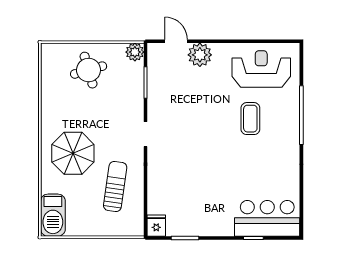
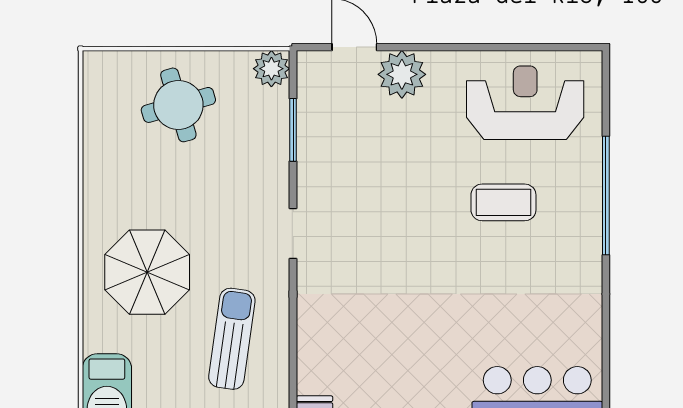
coffee table: (250, 119) -> (503, 202), turned 90

